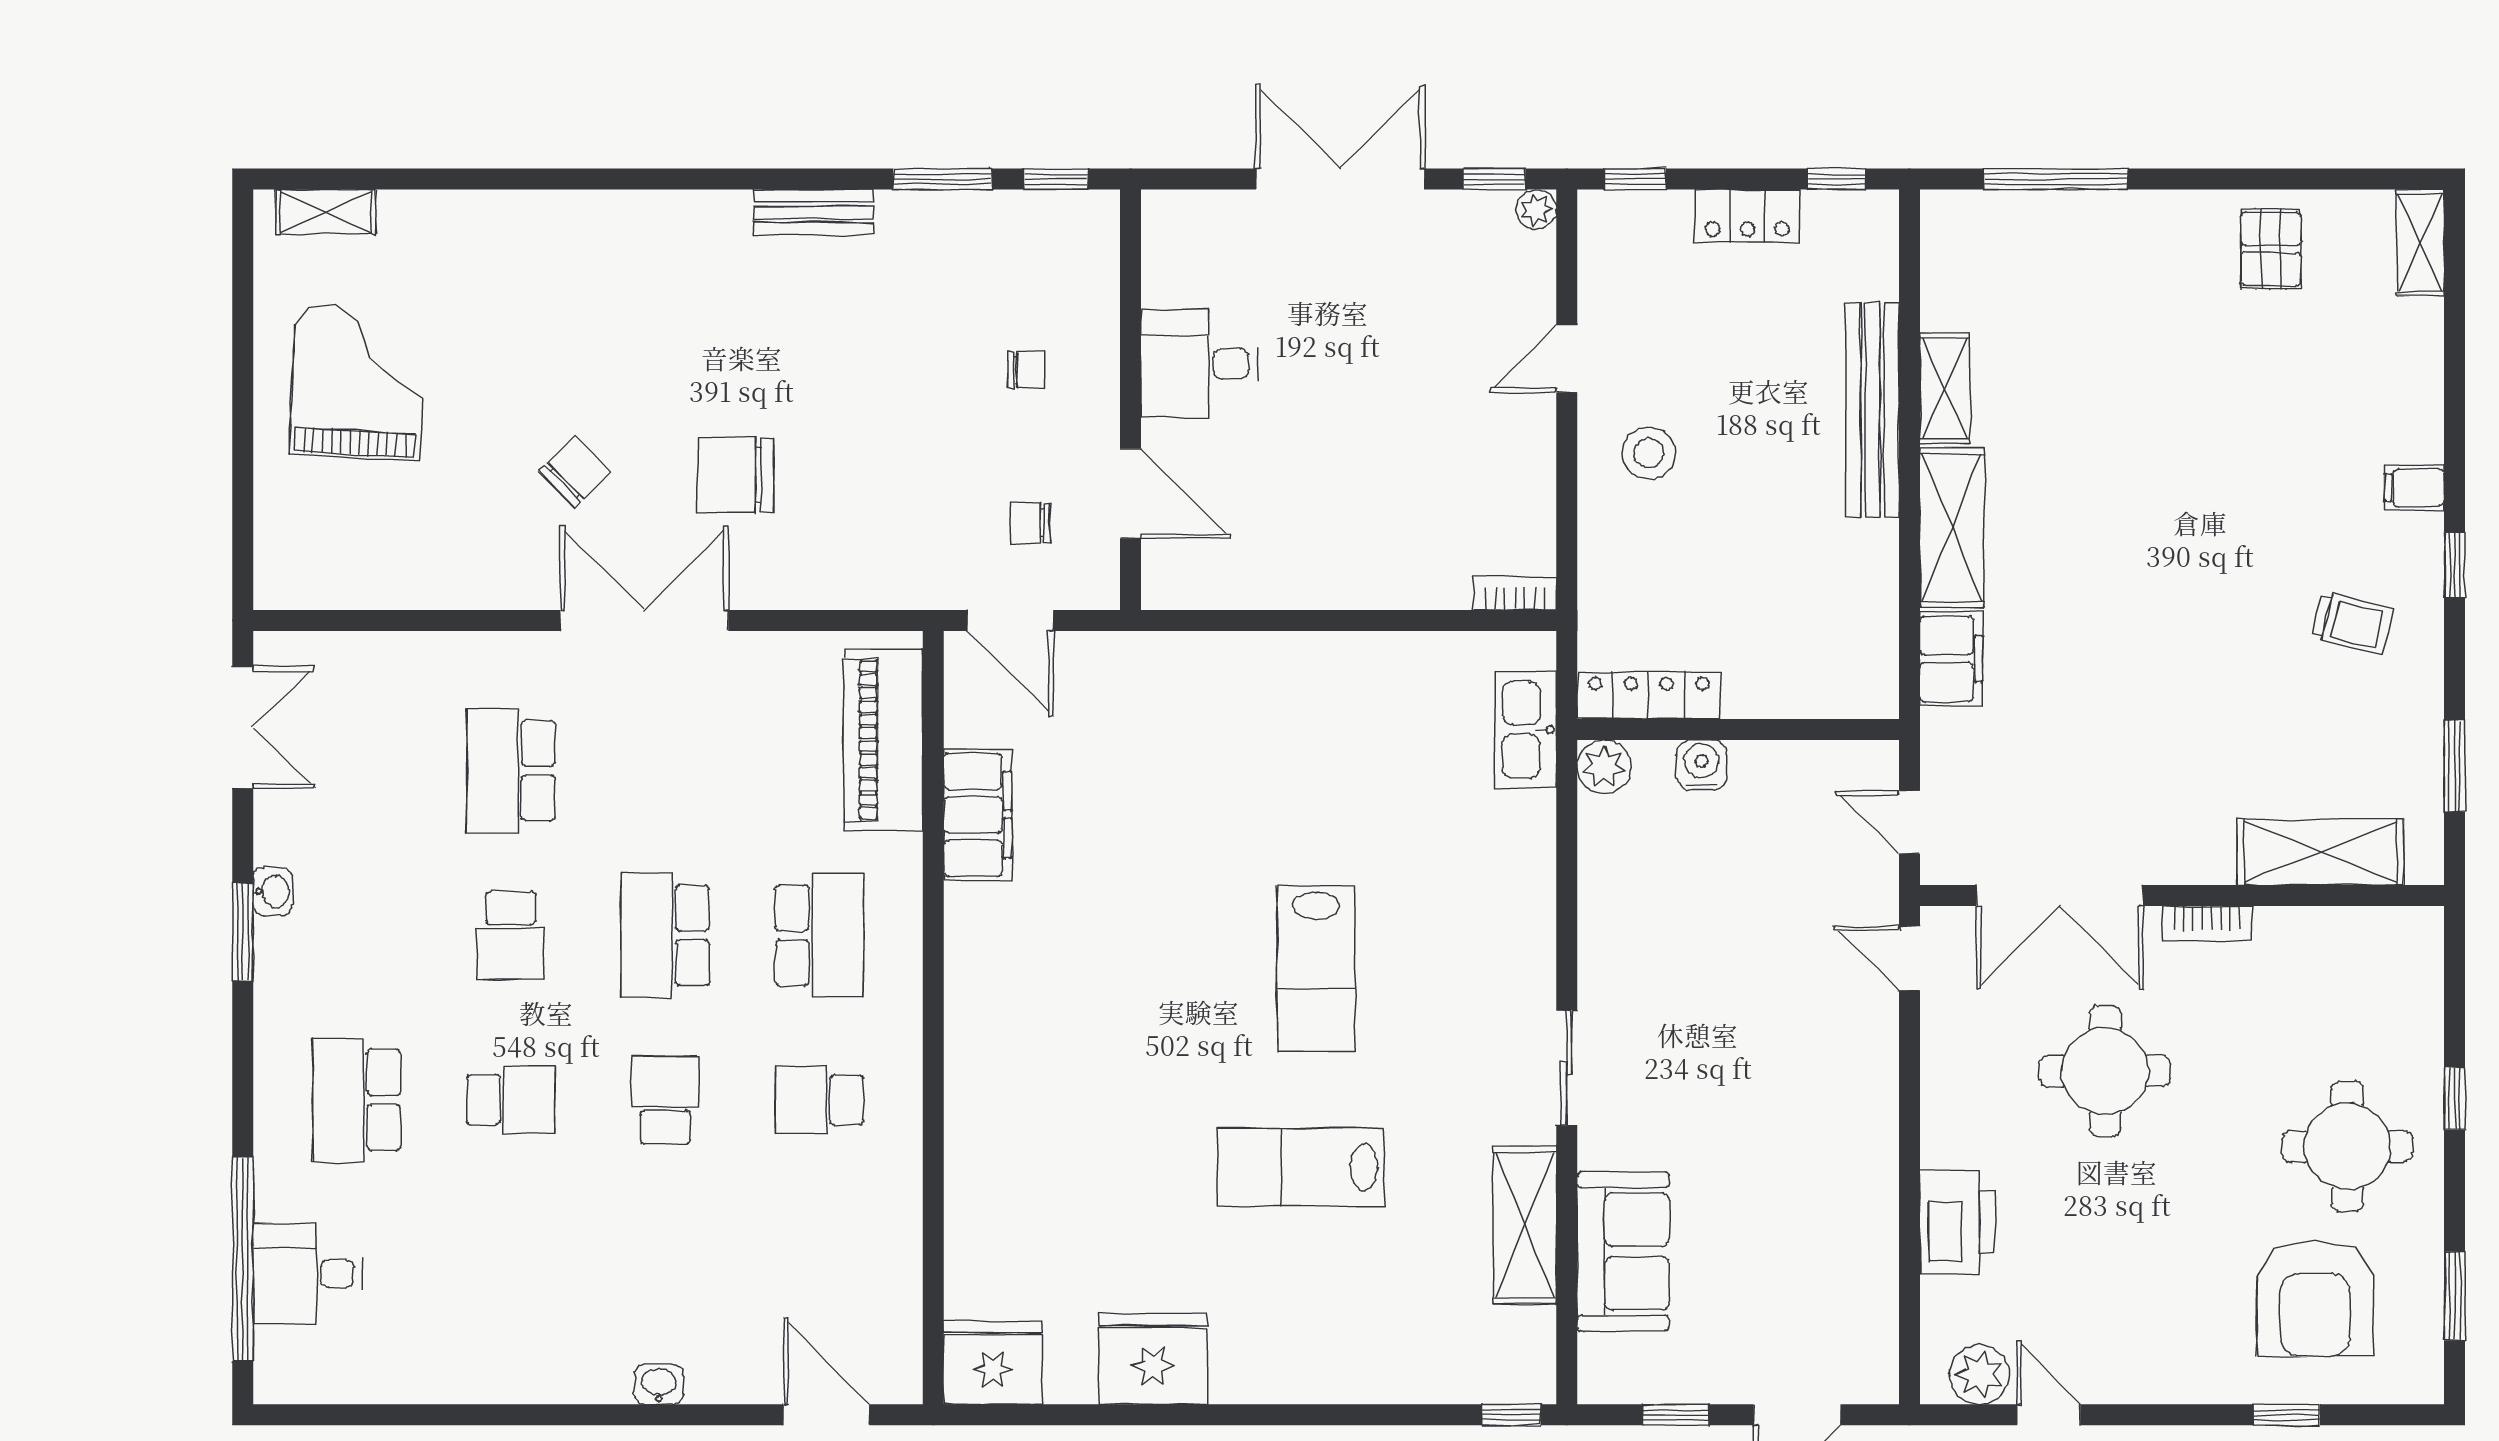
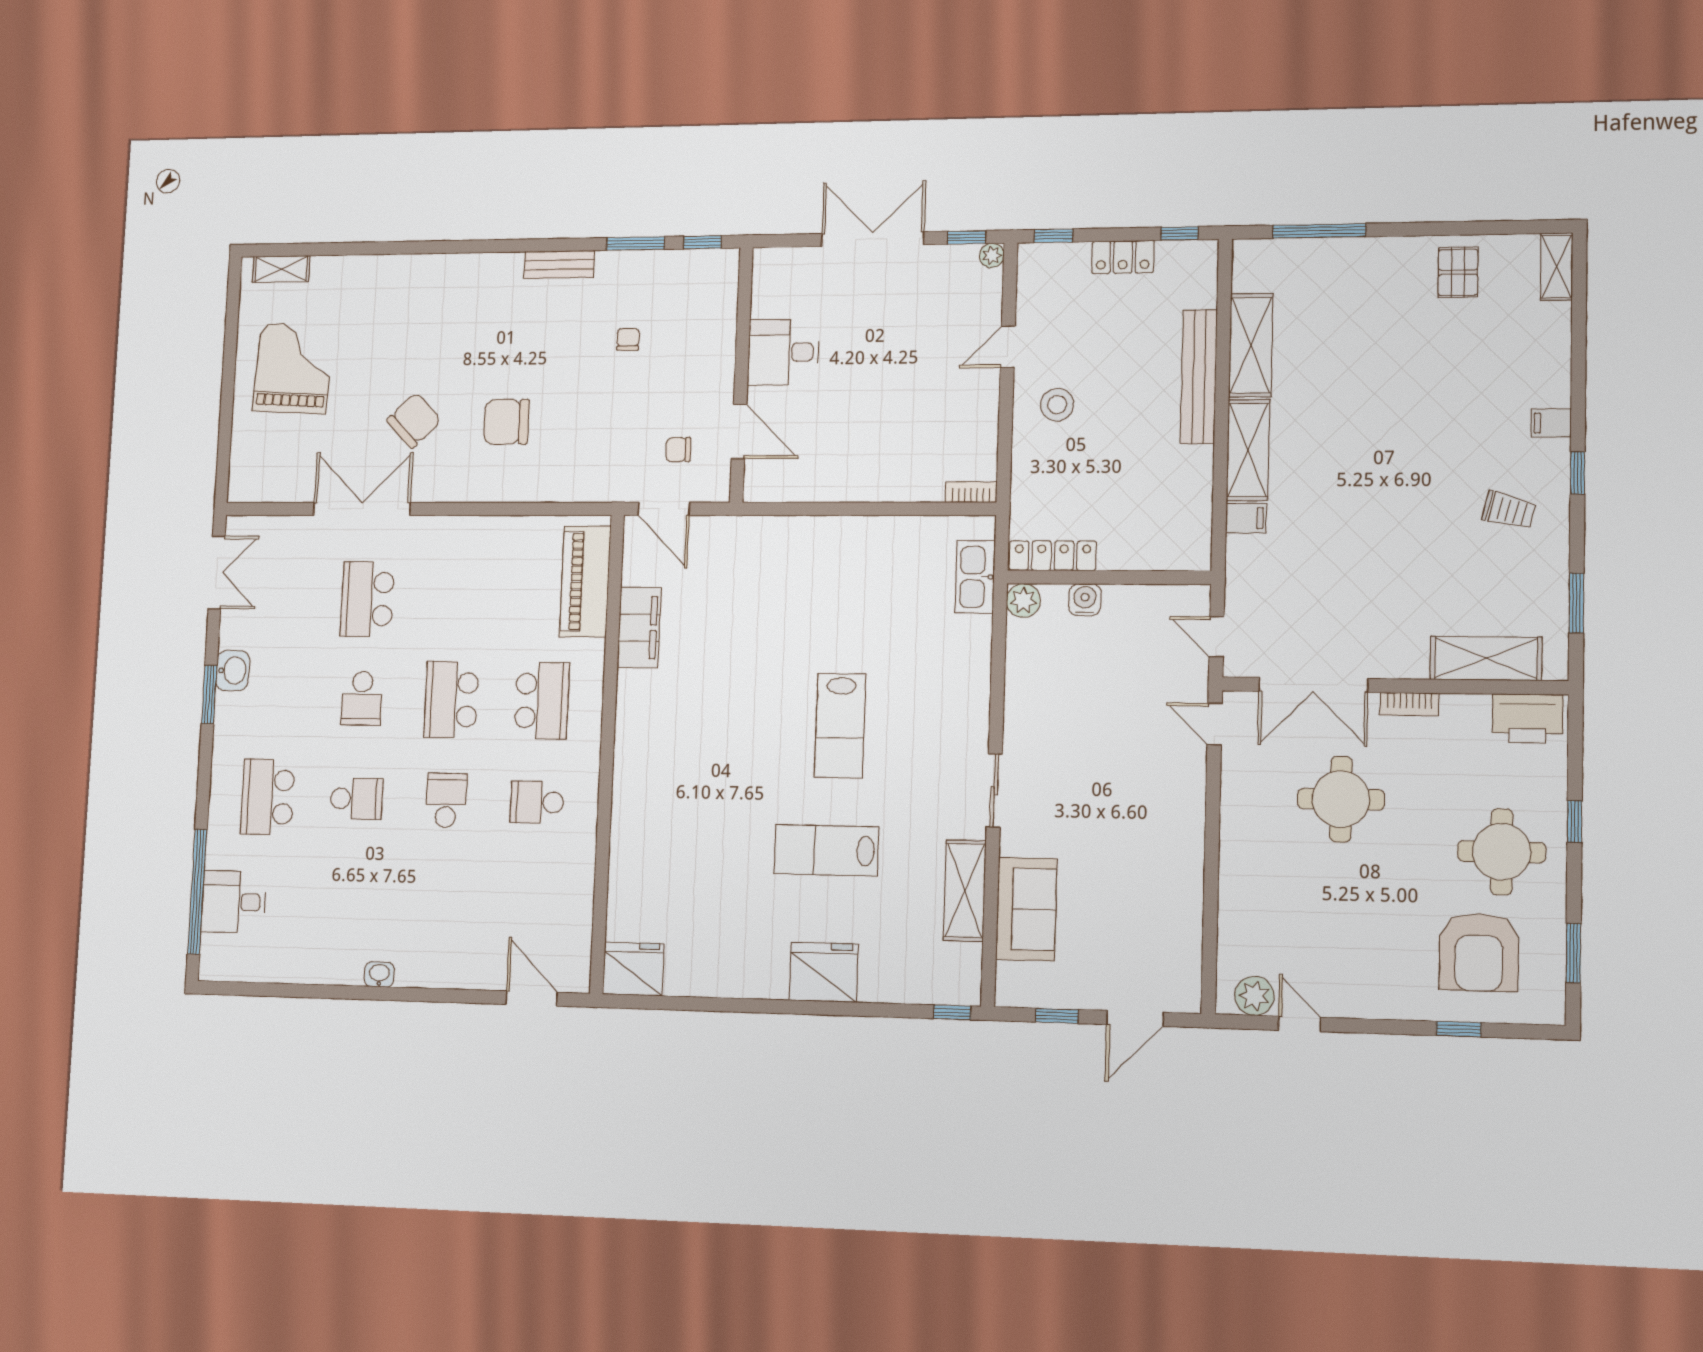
chair: (1027, 370) -> (628, 339), moved, turned -90
shelving: (1945, 388) -> (1251, 345), width x1.50, depth x1.33
chair: (575, 472) -> (414, 420), width x1.37, depth x1.37
double door: (644, 620) -> (362, 509), moved
filing cabinet: (1951, 659) -> (1246, 518), width x0.50
washbasin: (273, 892) -> (233, 670), width x1.38, depth x1.45
printer: (1957, 1222) -> (1527, 719), moved, turned 90
fridge: (1153, 1359) -> (824, 972), moved
washbasin: (659, 1384) -> (379, 974), moved

